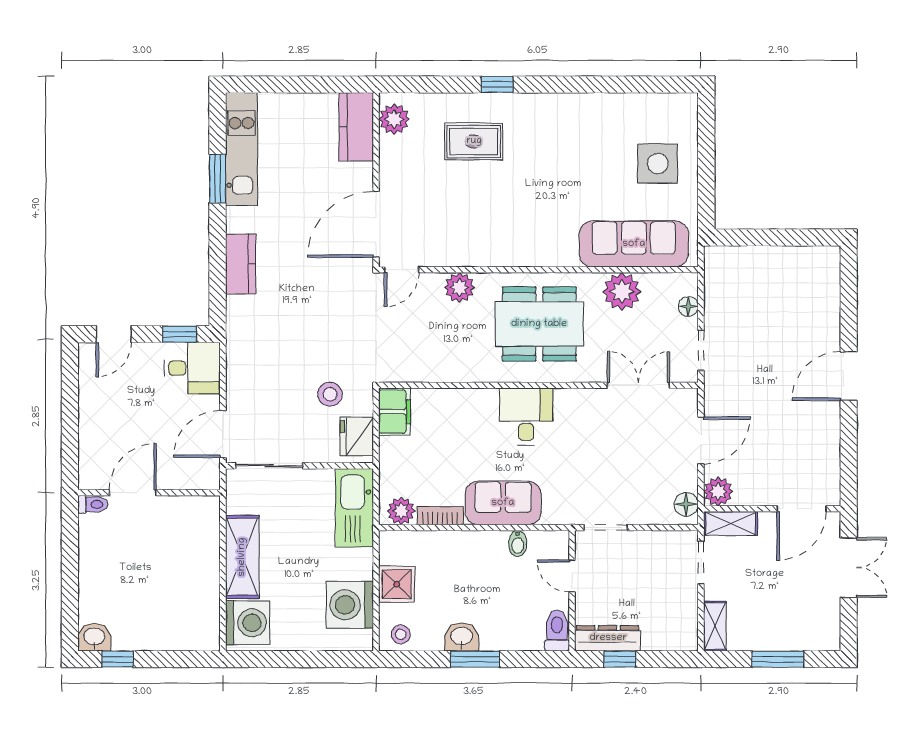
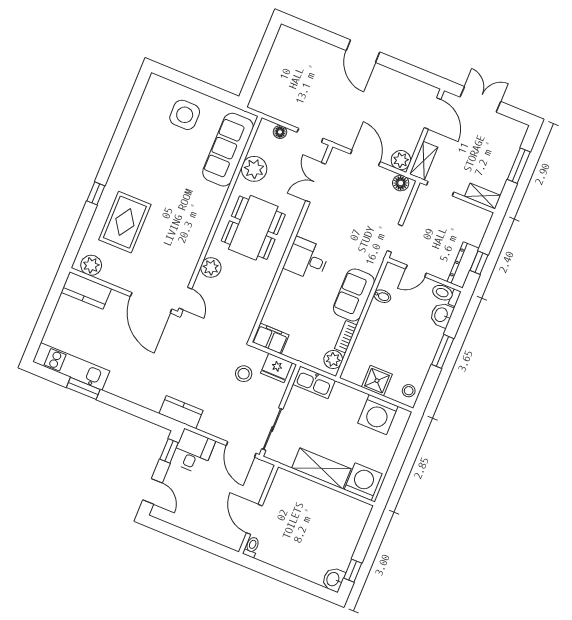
rug: (474, 141) -> (125, 222), width x1.36, depth x1.43
kitchen counter: (241, 264) -> (181, 412), moved
kitchen sink: (354, 508) -> (314, 382), width x0.73, depth x0.81
washbasin: (462, 637) -> (442, 315), moved

